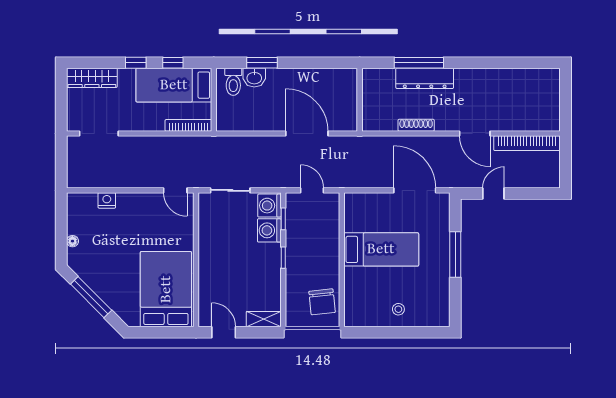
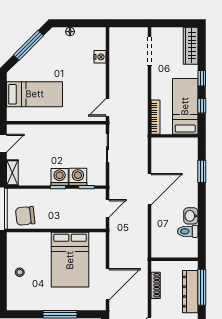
washbasin: (254, 78) -> (191, 216), moved
toilet: (233, 82) -> (188, 231), moved
wall: (360, 100) -> (174, 259), moved
door: (307, 133) -> (149, 189), moved
washing machine: (269, 206) -> (60, 177), moved
bed: (381, 249) -> (70, 260), width x1.50
bed: (166, 289) -> (35, 94), width x0.67

